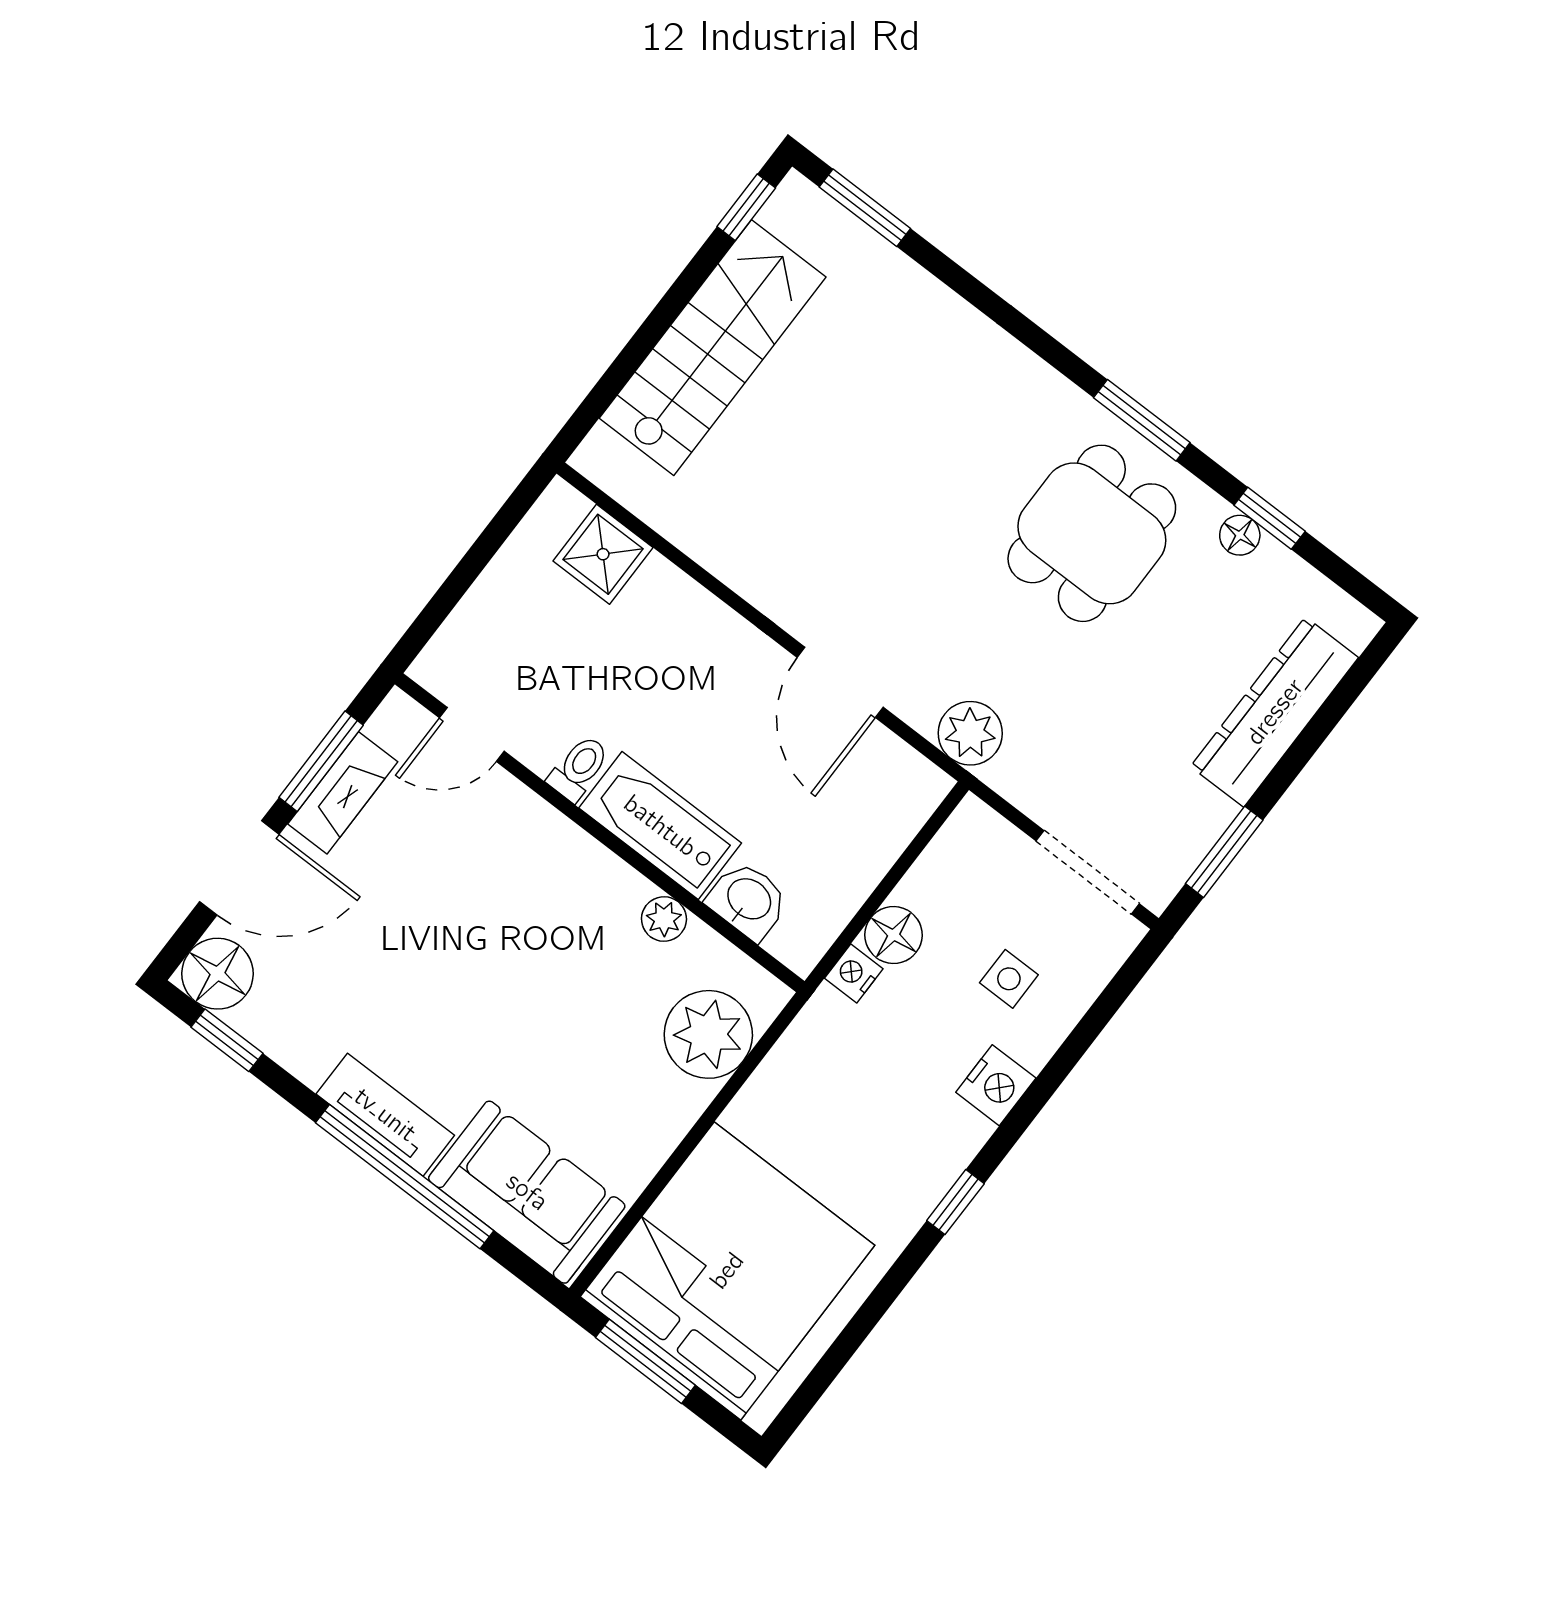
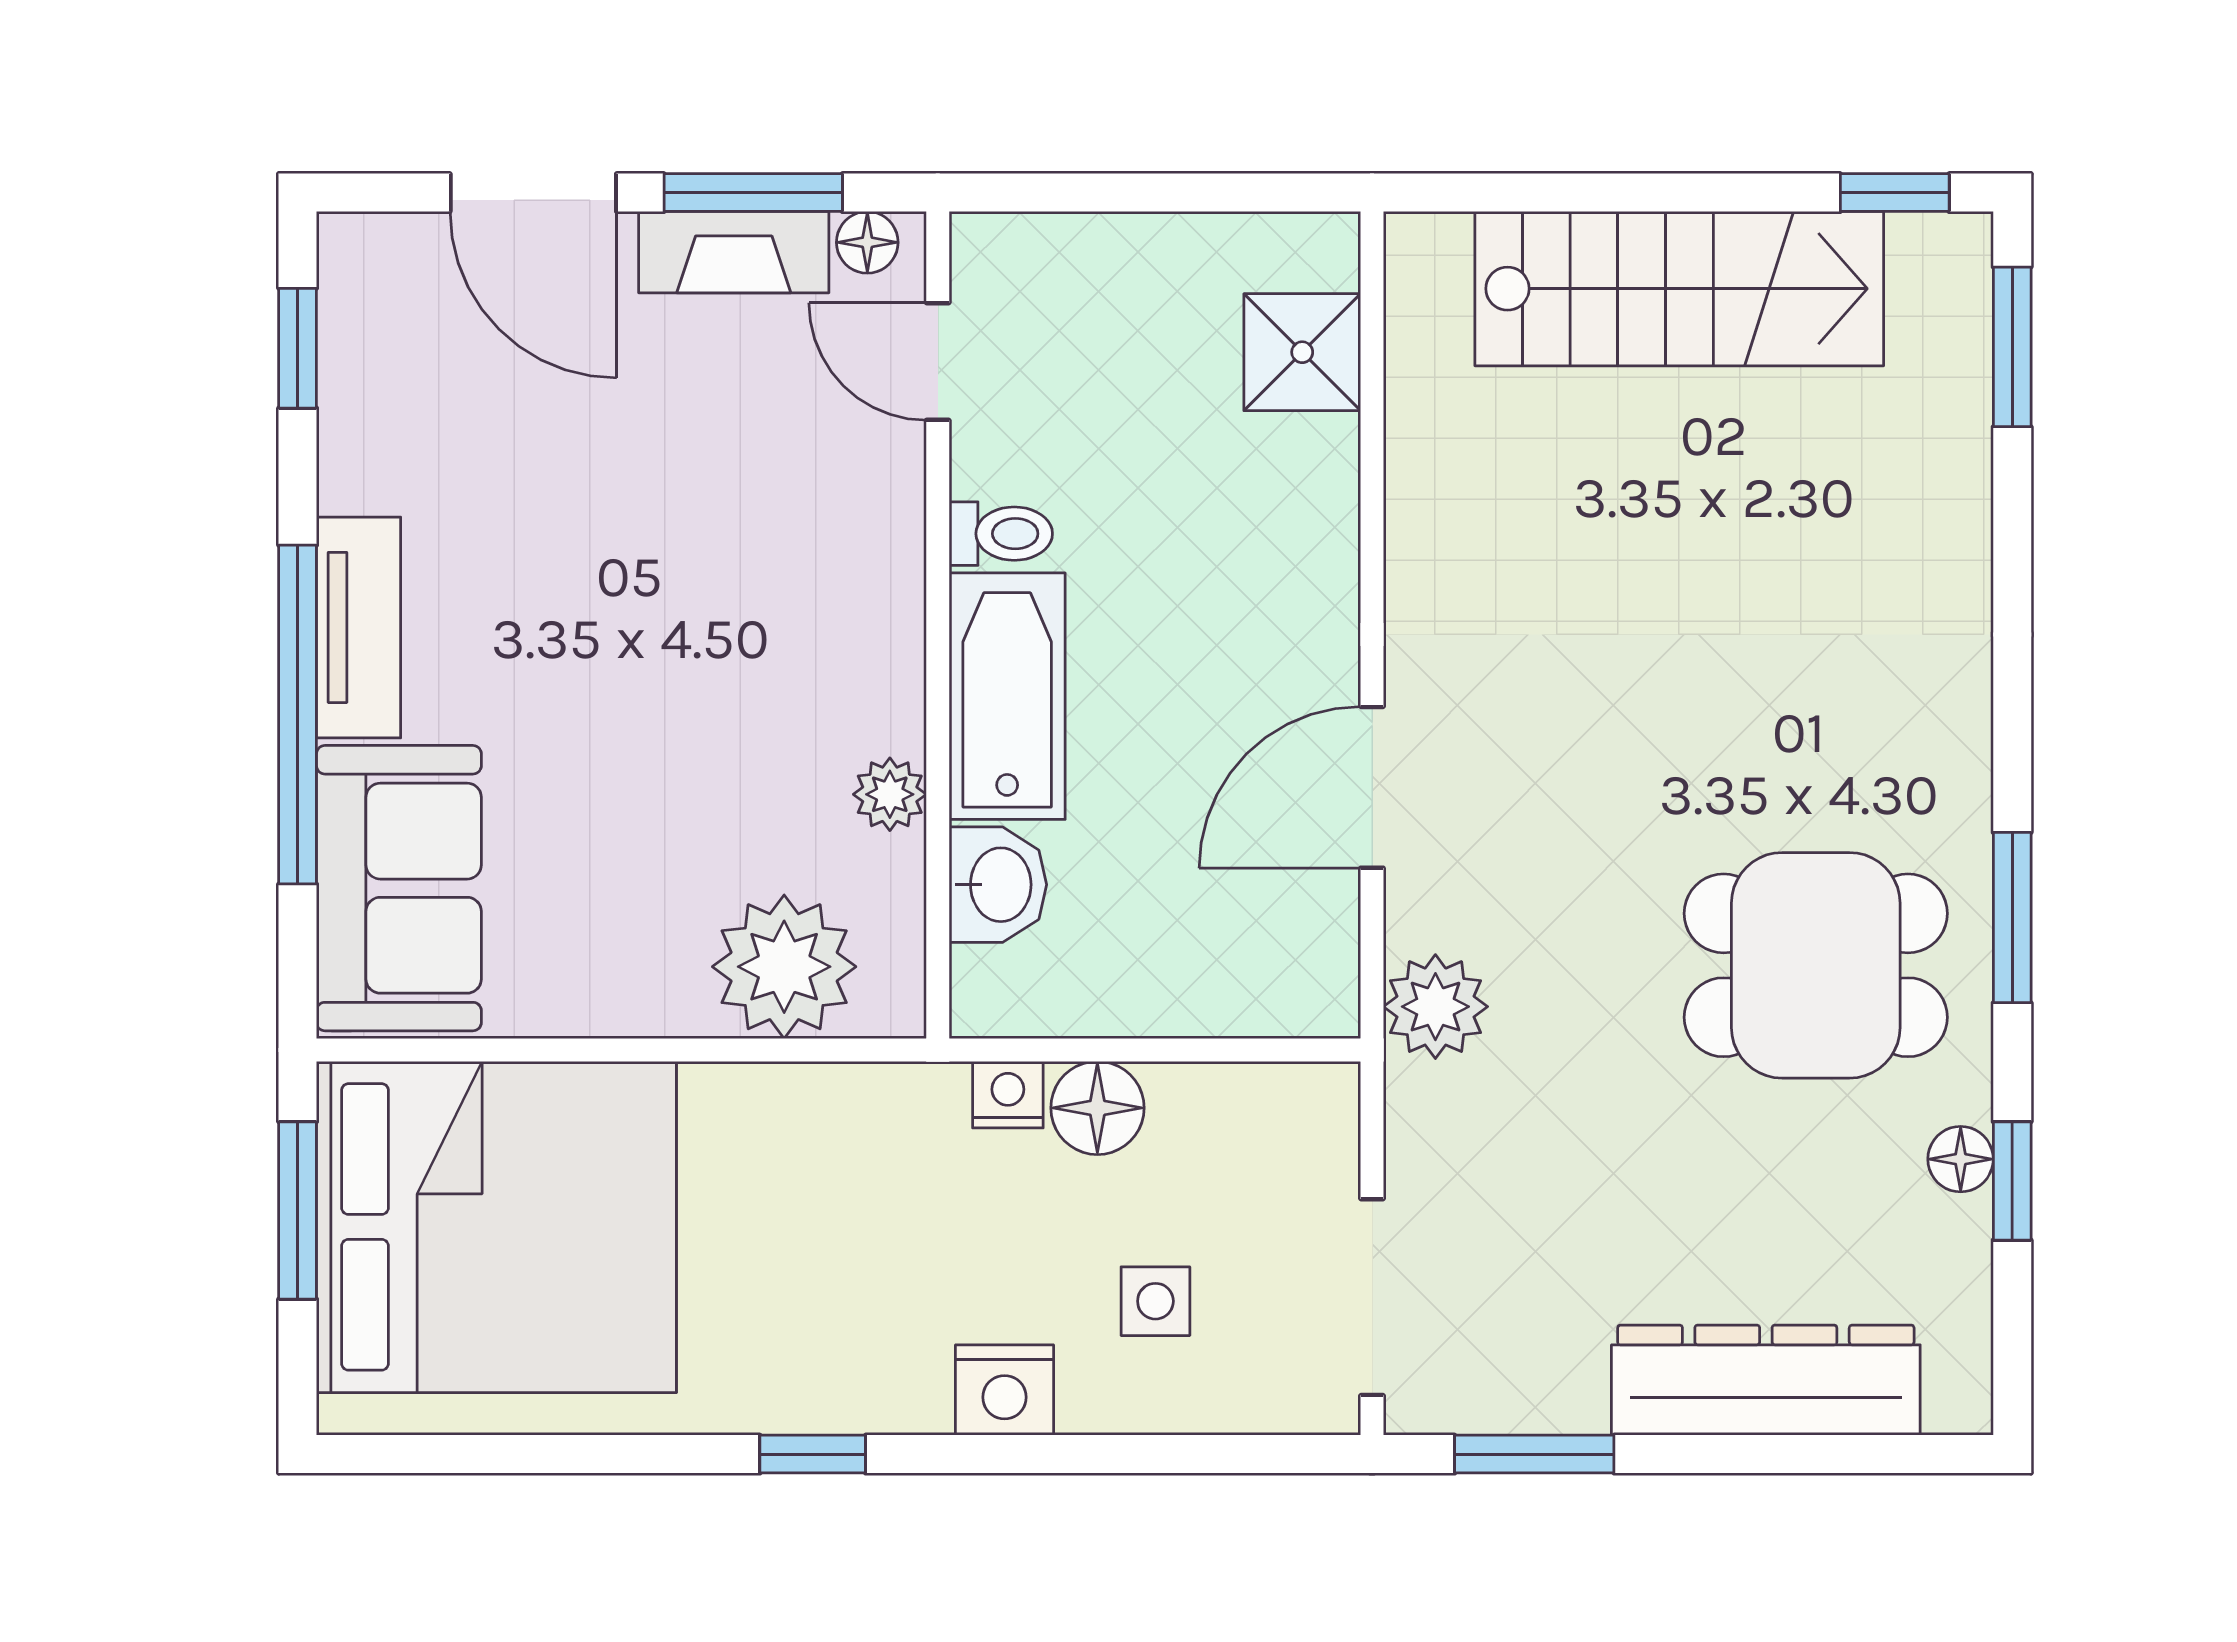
floor lamp: (218, 974) -> (867, 242), moved, width x0.53, depth x0.53

